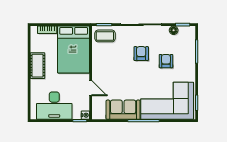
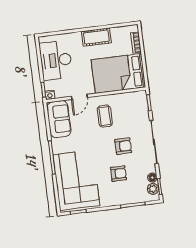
plant: (184, 31) -> (153, 189), added
coffee table: (105, 36) -> (105, 116), moved
sofa: (123, 110) -> (59, 119), moved

